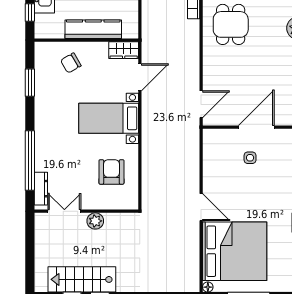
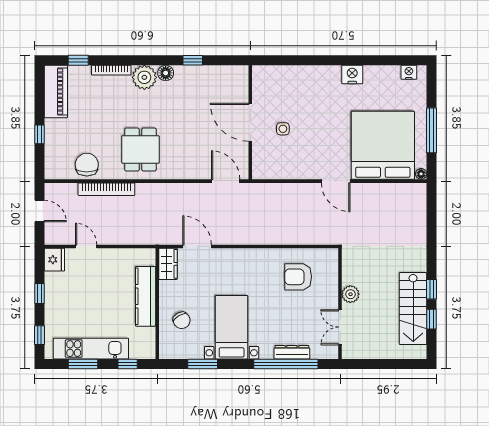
dining table: (231, 24) -> (140, 149), turned 90
bed with nightstands: (109, 118) -> (232, 327), moved, turned 180
dresser: (41, 189) -> (292, 352), moved
door: (201, 207) -> (336, 181), swing flipped

